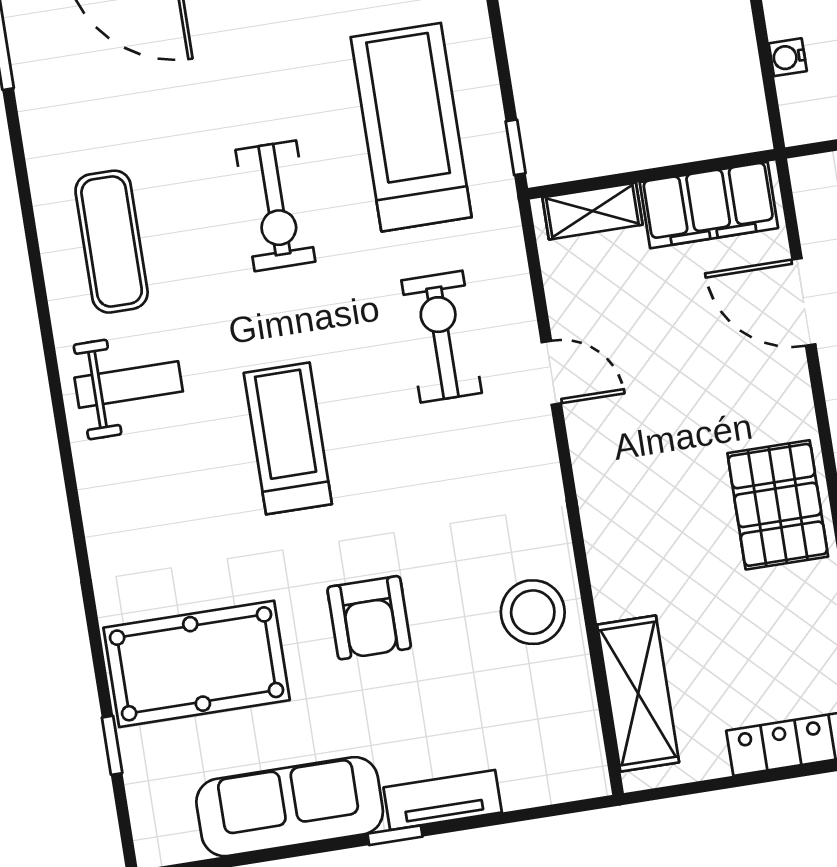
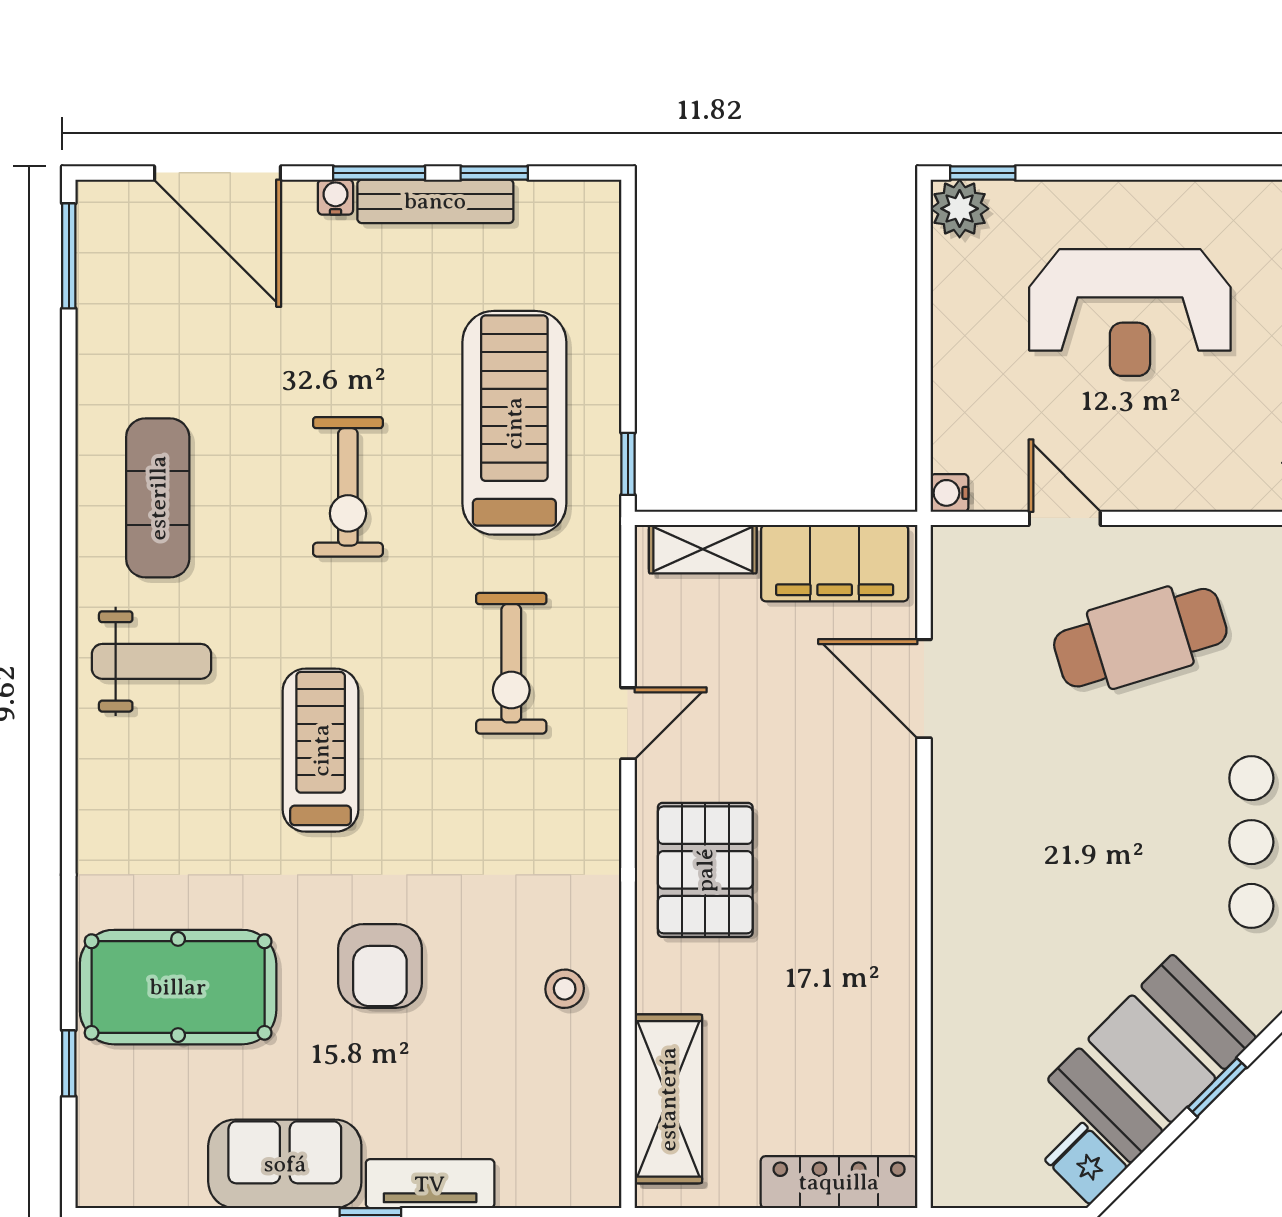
water cooler: (788, 57) -> (949, 493), moved
exercise bike: (442, 337) -> (511, 663), turned 180
door: (551, 373) -> (628, 723), hinge flipped
pallet: (778, 505) -> (705, 870), moved
stool: (533, 612) -> (565, 989), width x0.53, depth x0.53
sofa: (290, 807) -> (285, 1164), width x0.73

